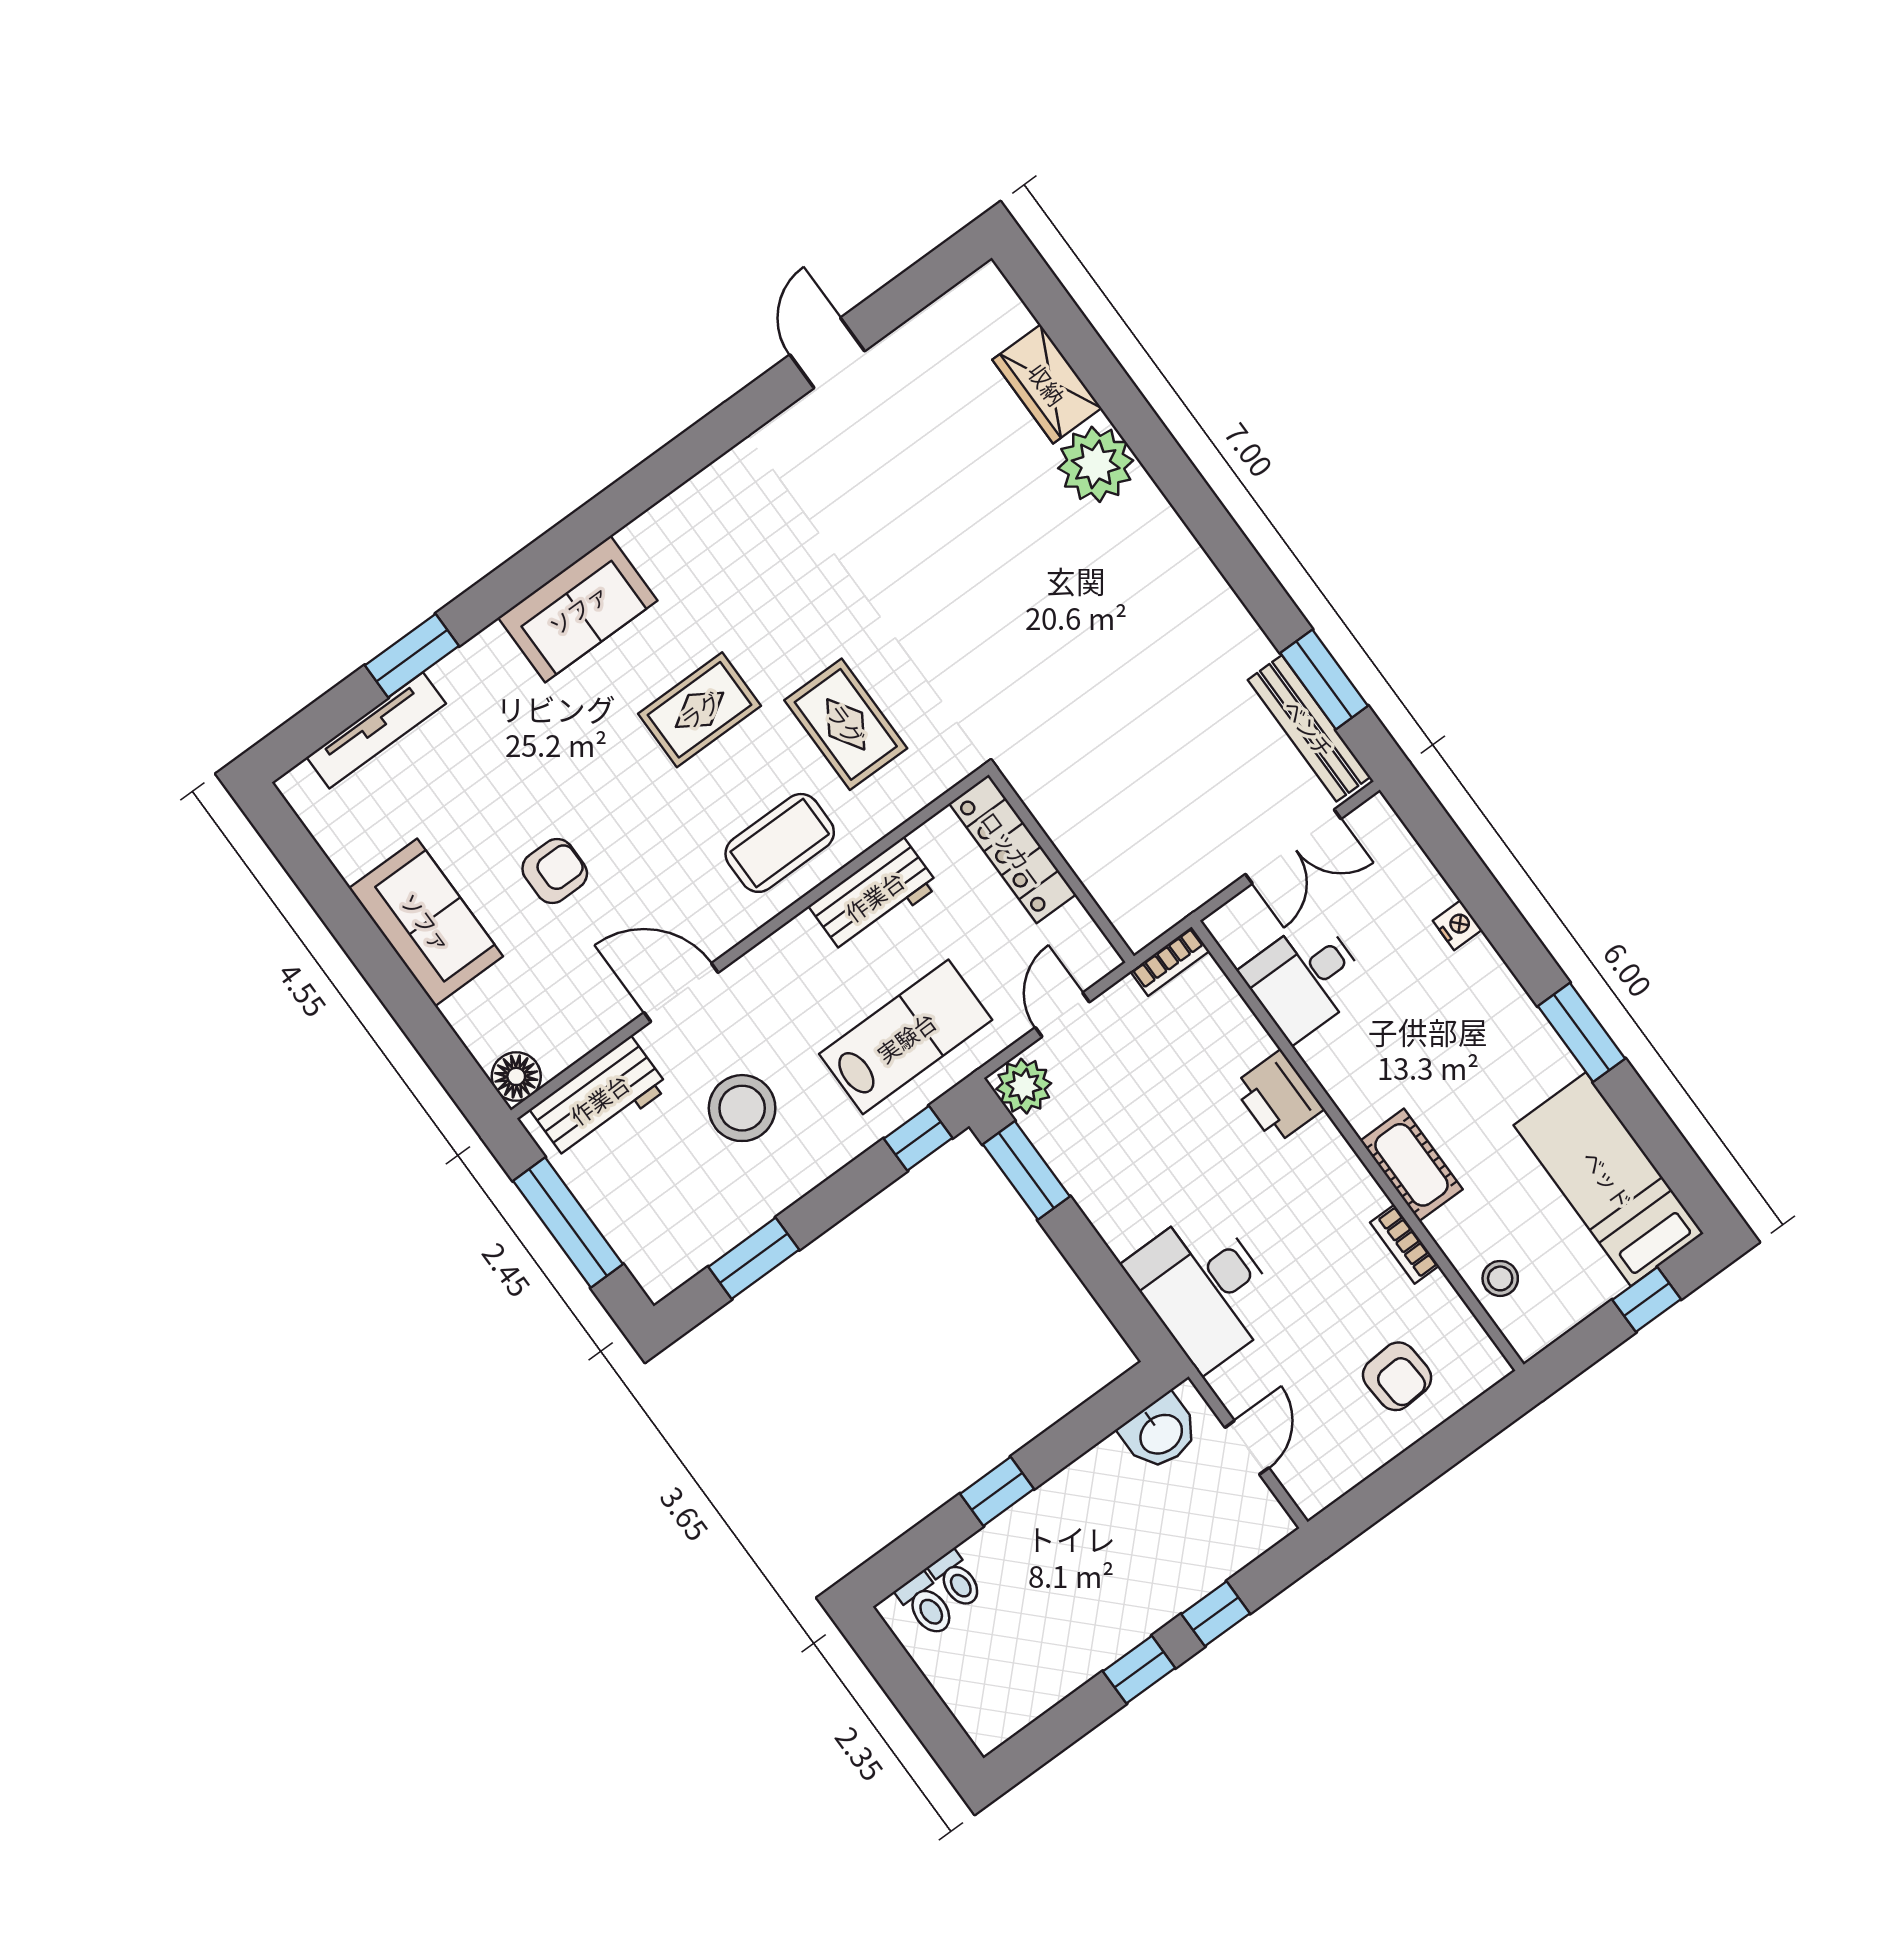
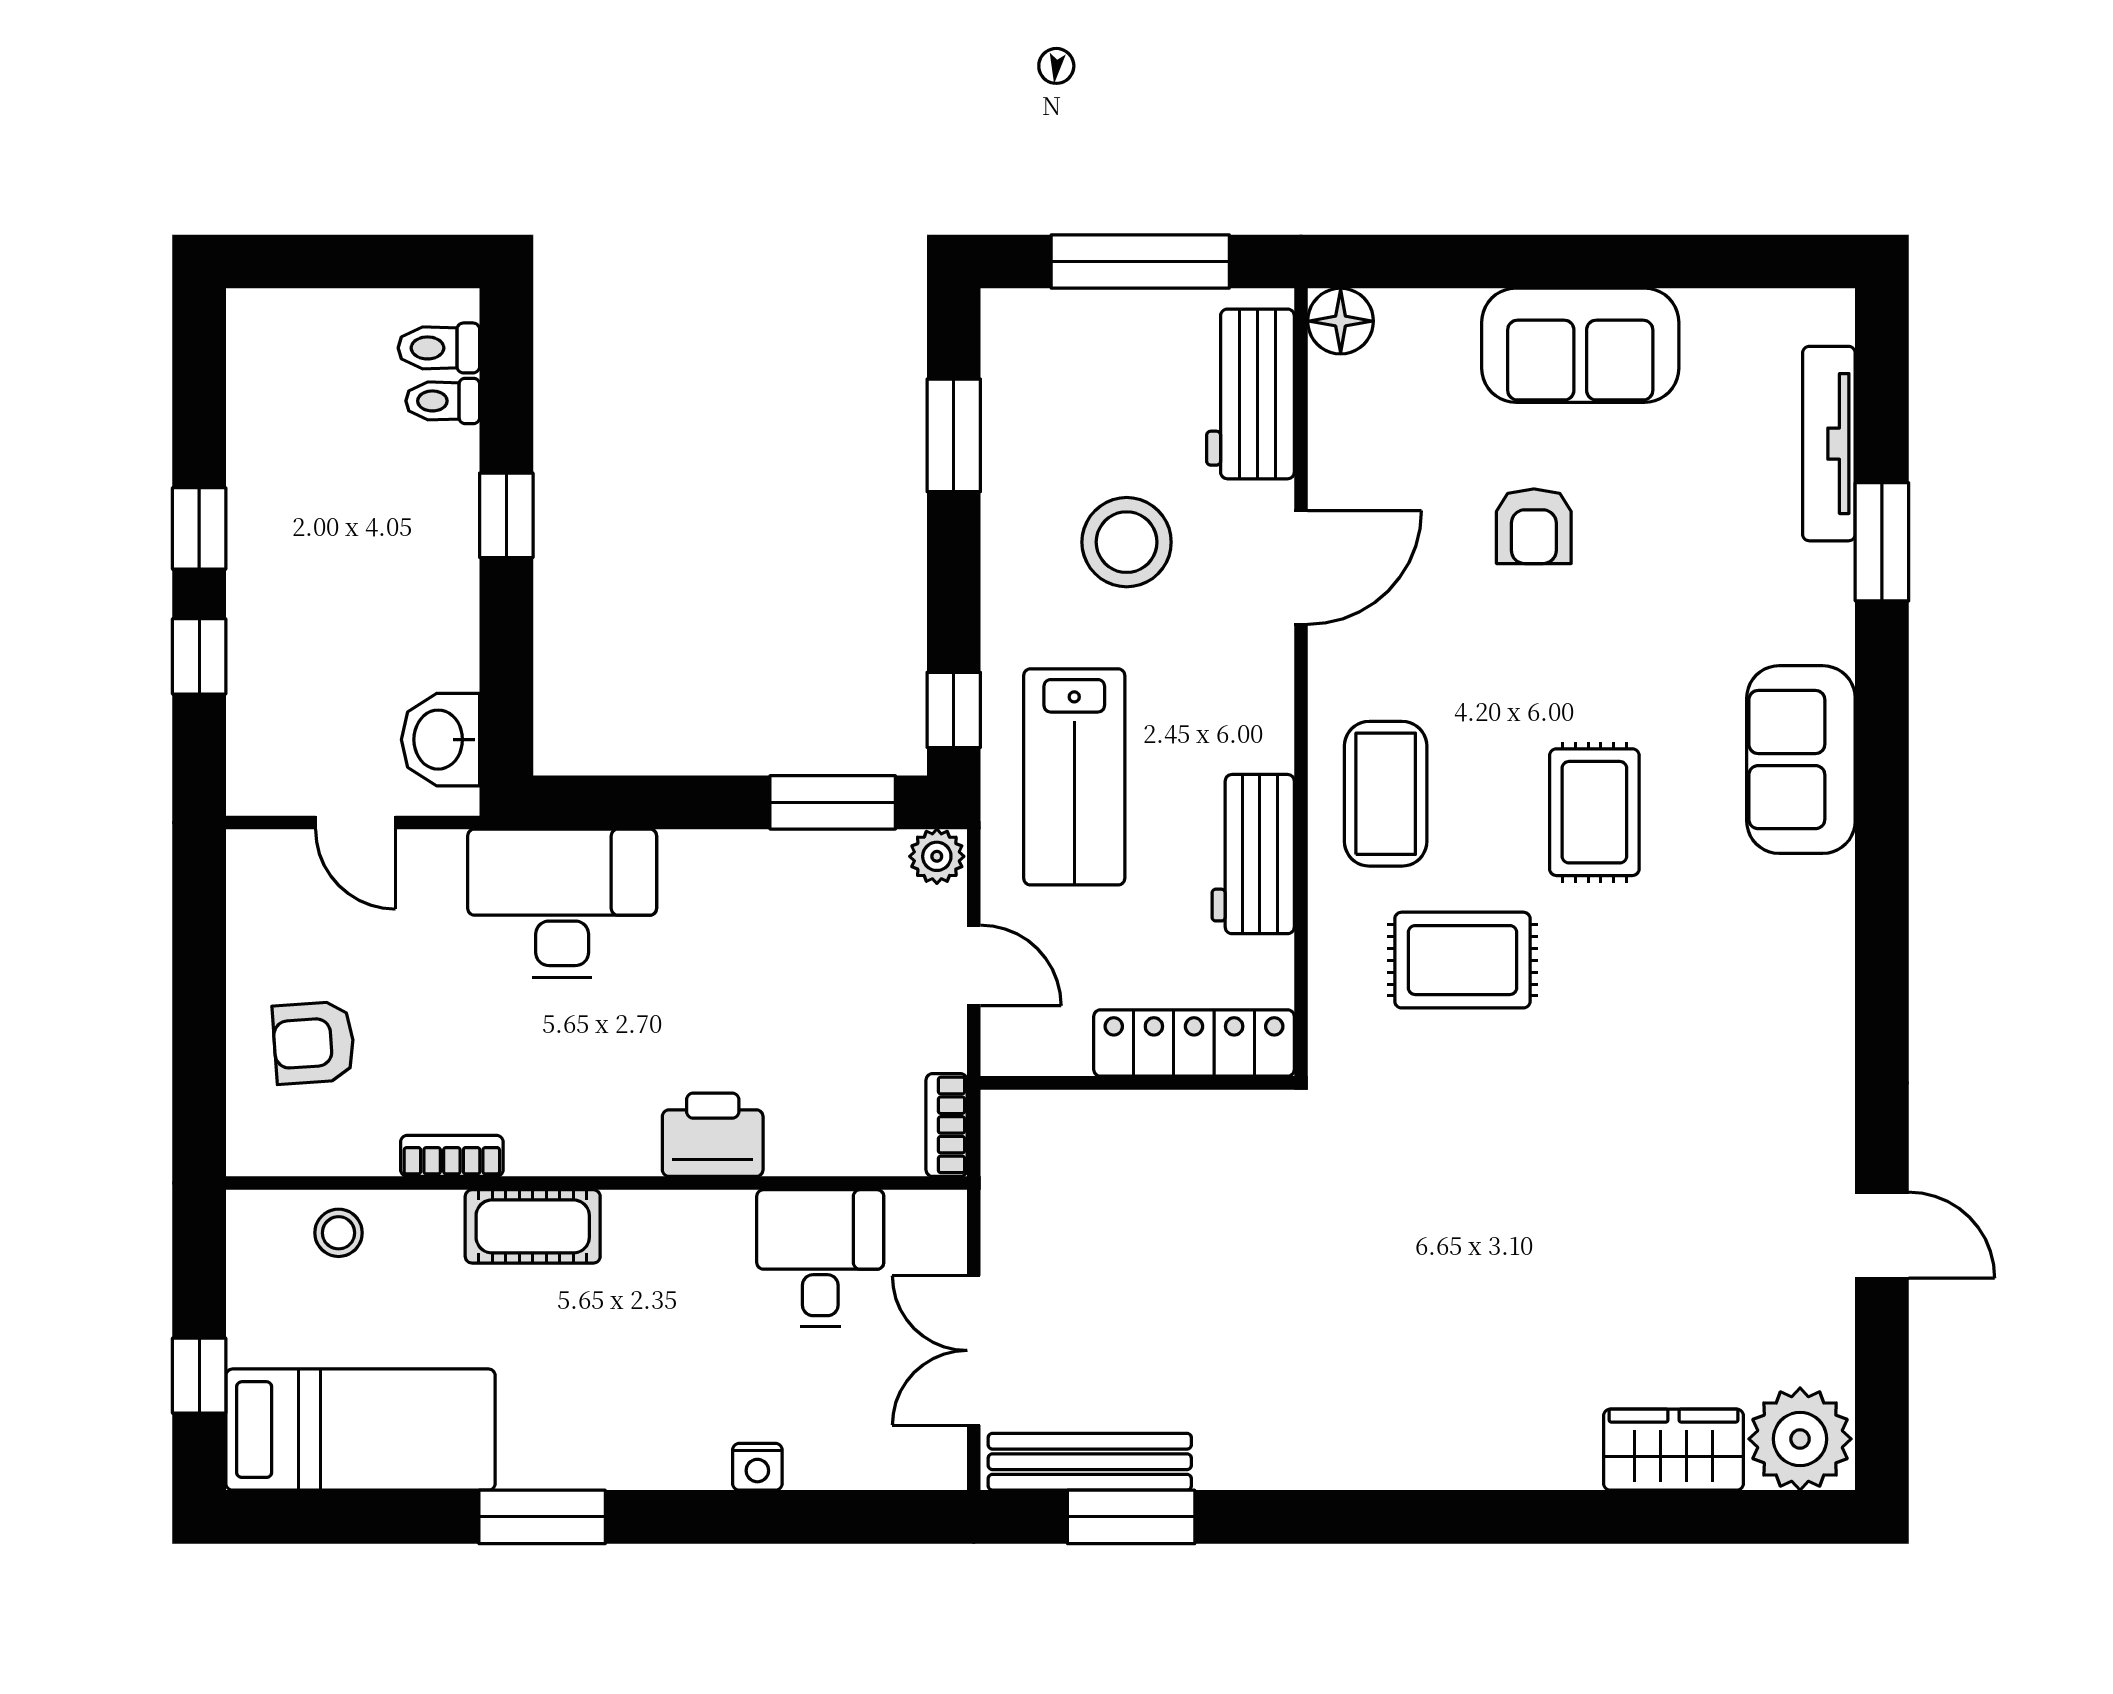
plant: (1096, 464) -> (1800, 1439), moved
plant: (1024, 1086) -> (937, 856), width x0.73, depth x0.73

